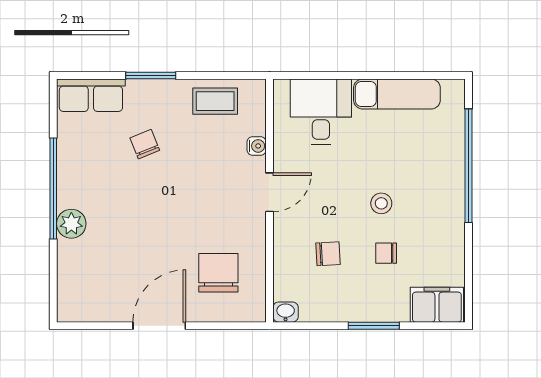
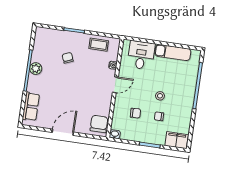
row of seats: (91, 95) -> (31, 107), moved, turned -90
plant: (71, 224) -> (36, 69), moved
chair: (218, 273) -> (99, 124), moved

